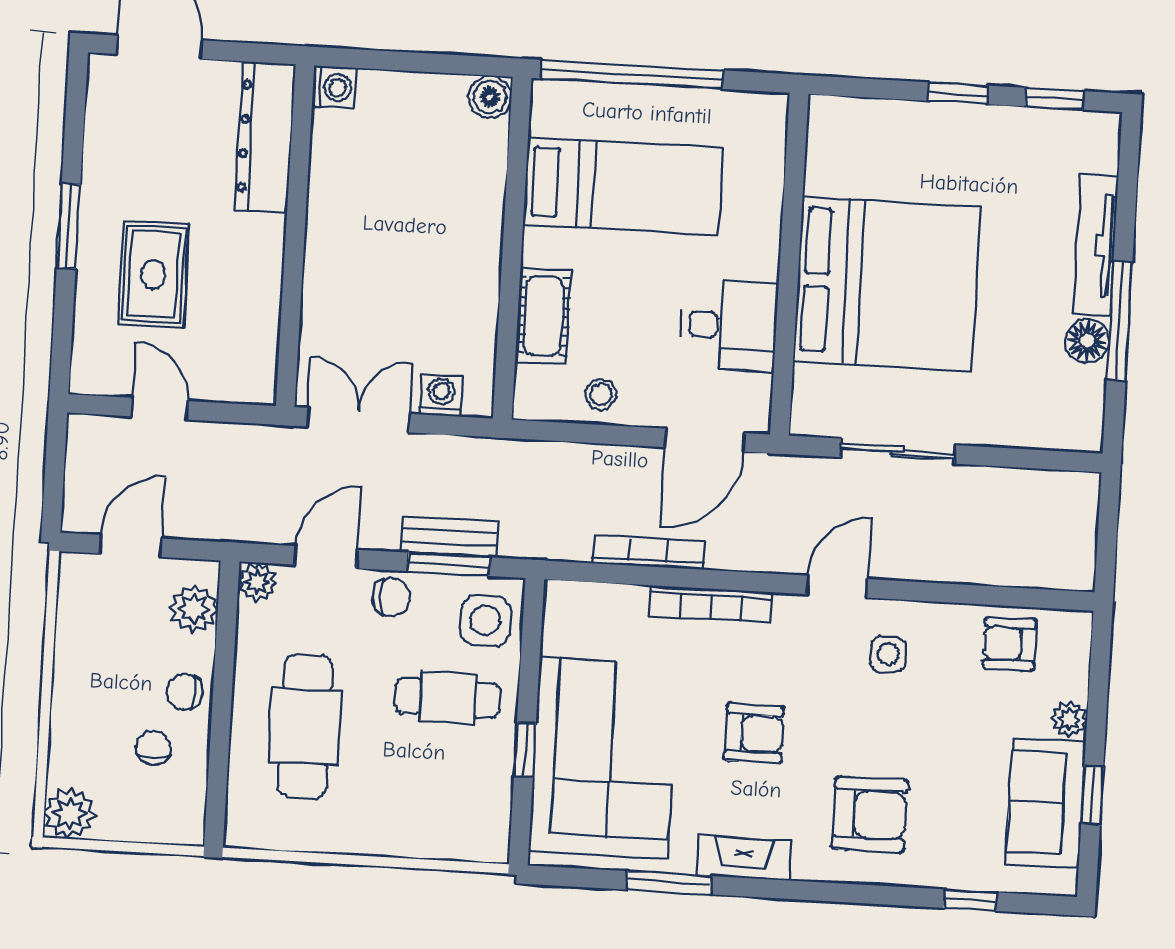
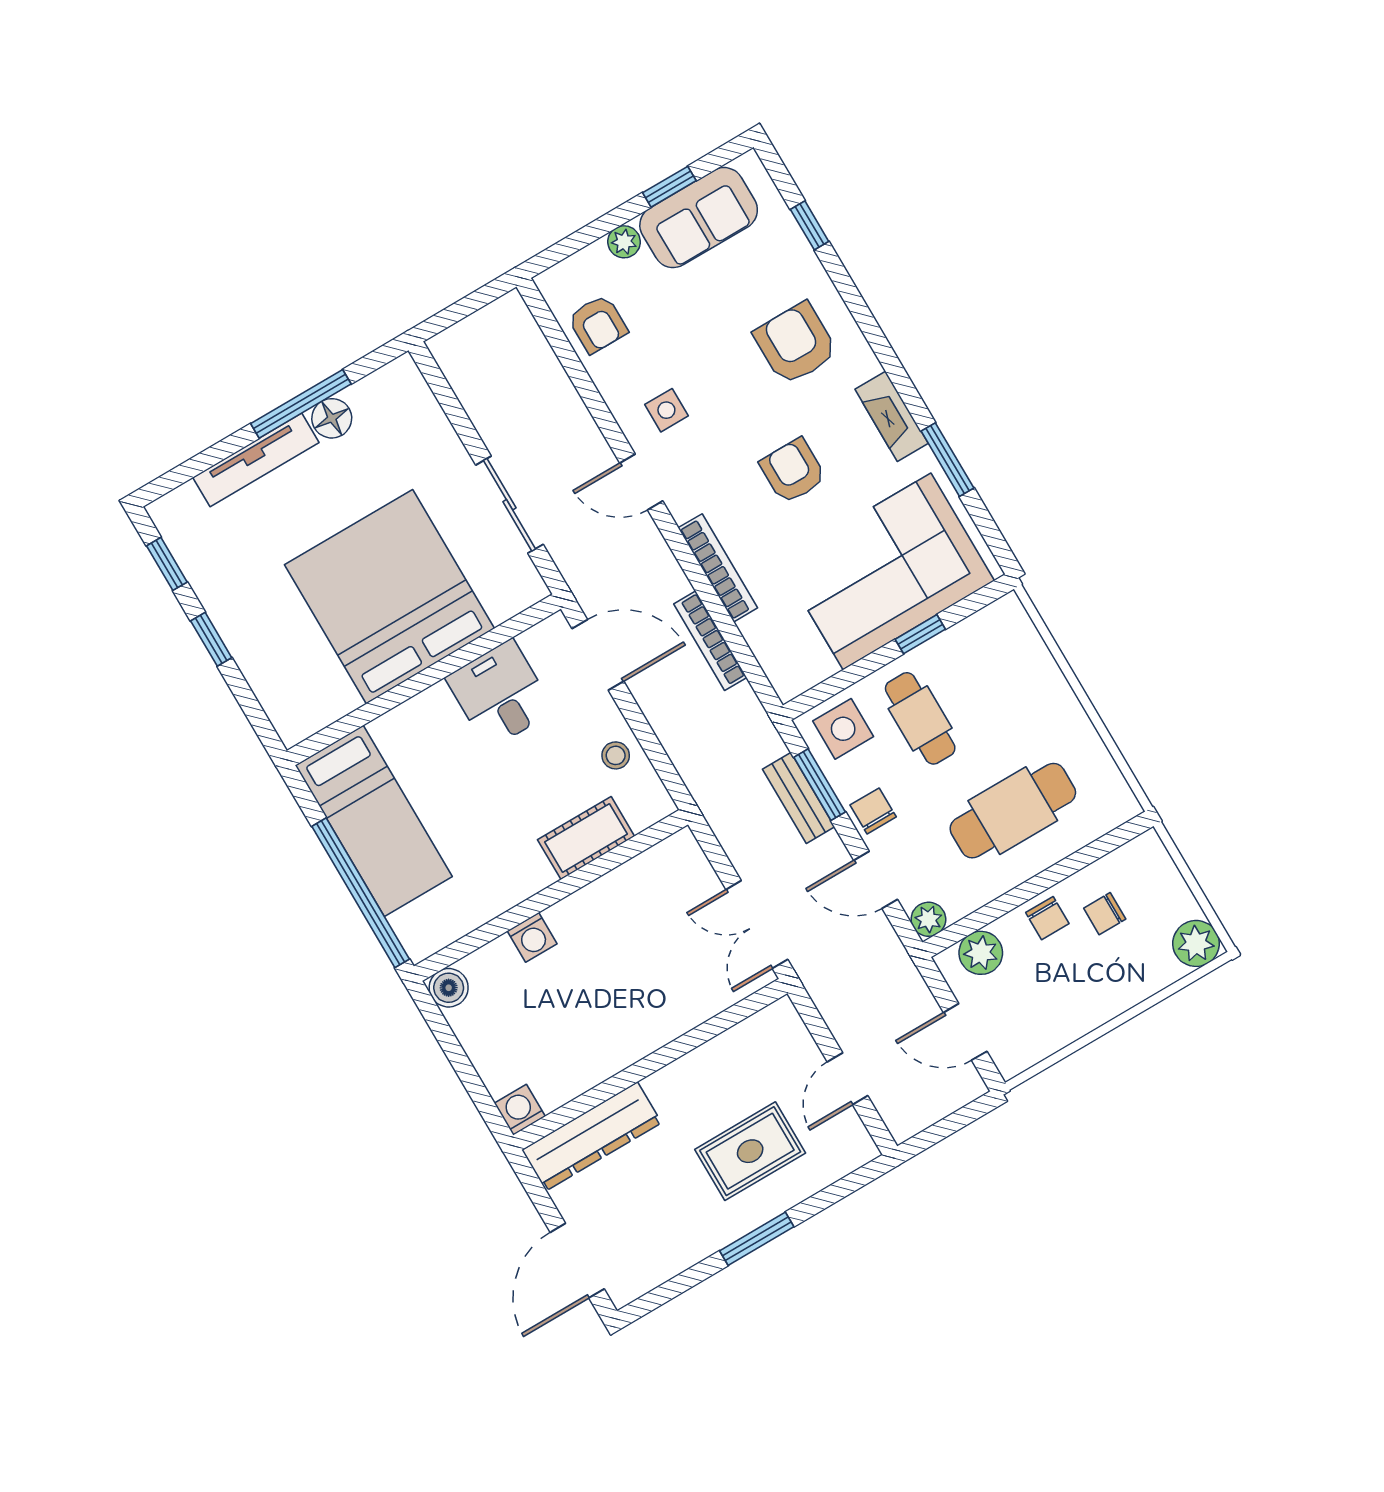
bed: (623, 186) -> (374, 821), moved, turned 180
washing machine: (441, 395) -> (532, 937), moved, turned -90

